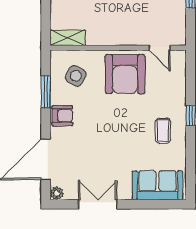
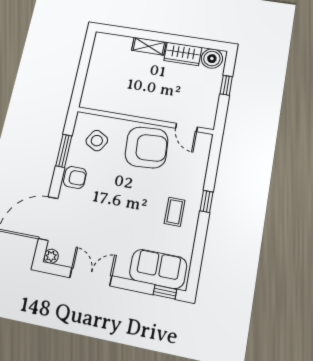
shelving: (68, 38) -> (97, 103), removed
armchair: (125, 74) -> (147, 147), turned -94
window: (167, 204) -> (165, 292), added

